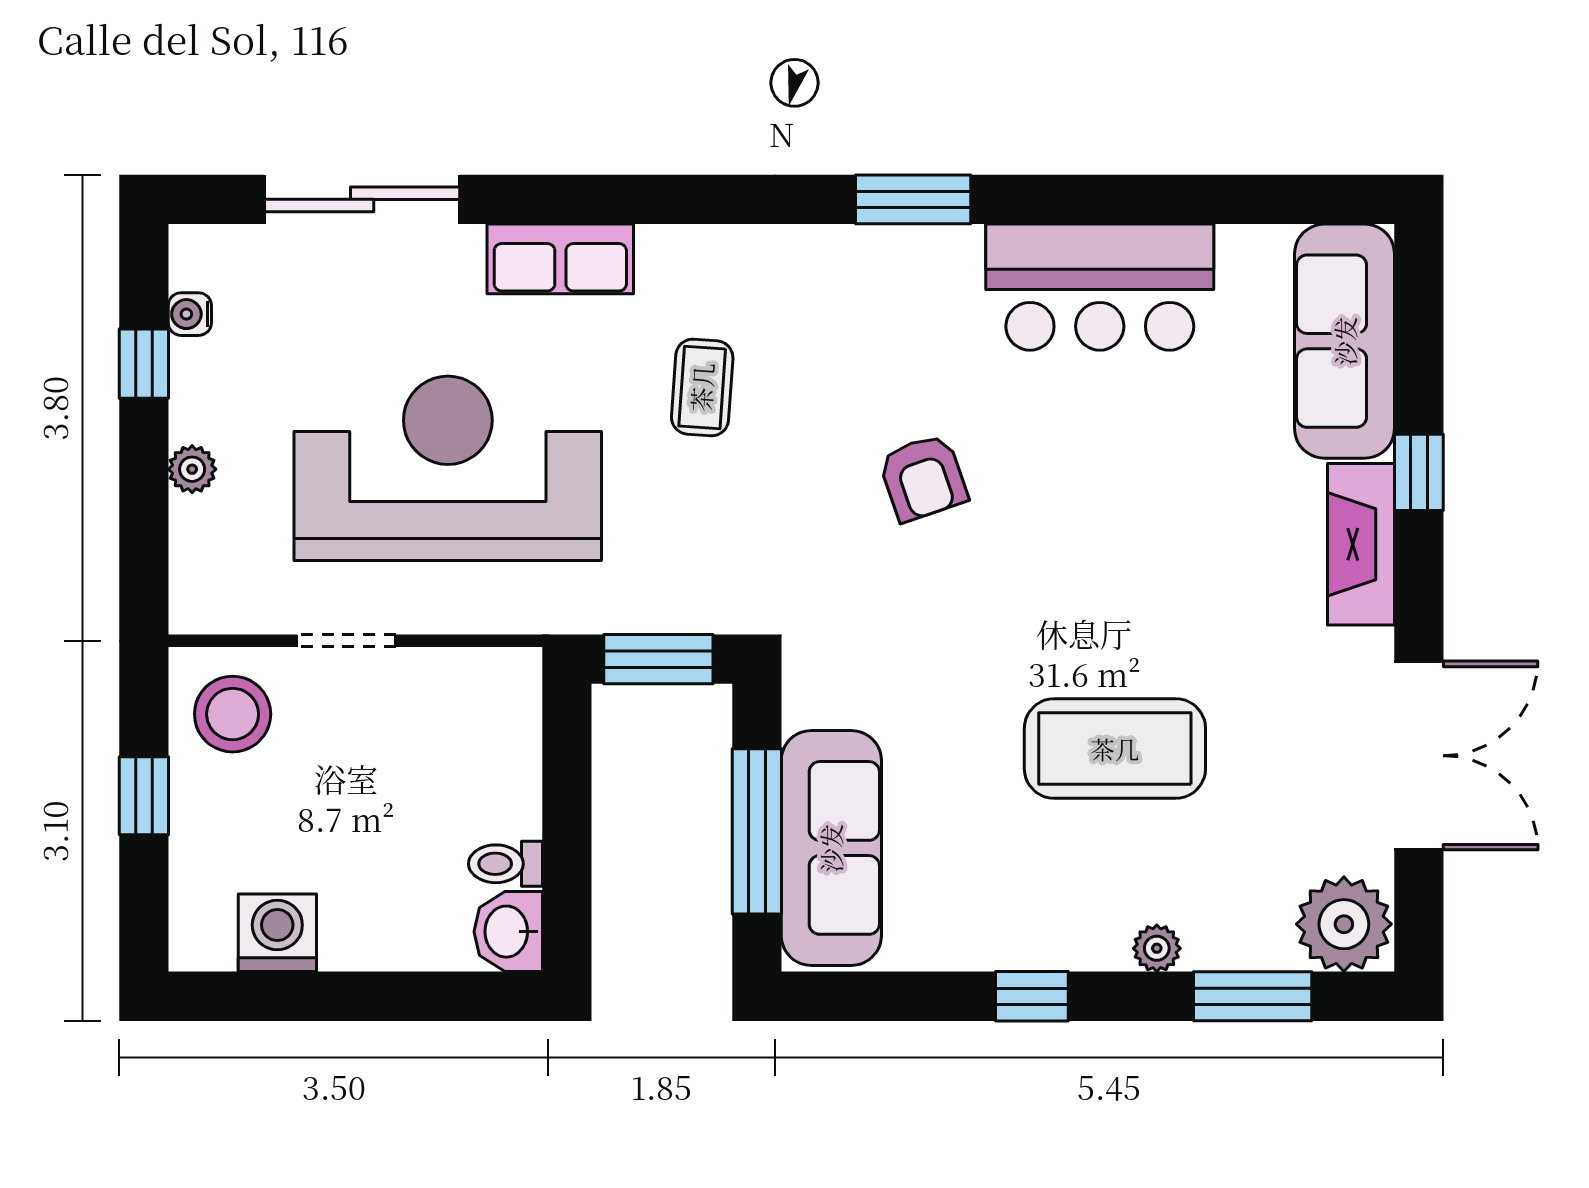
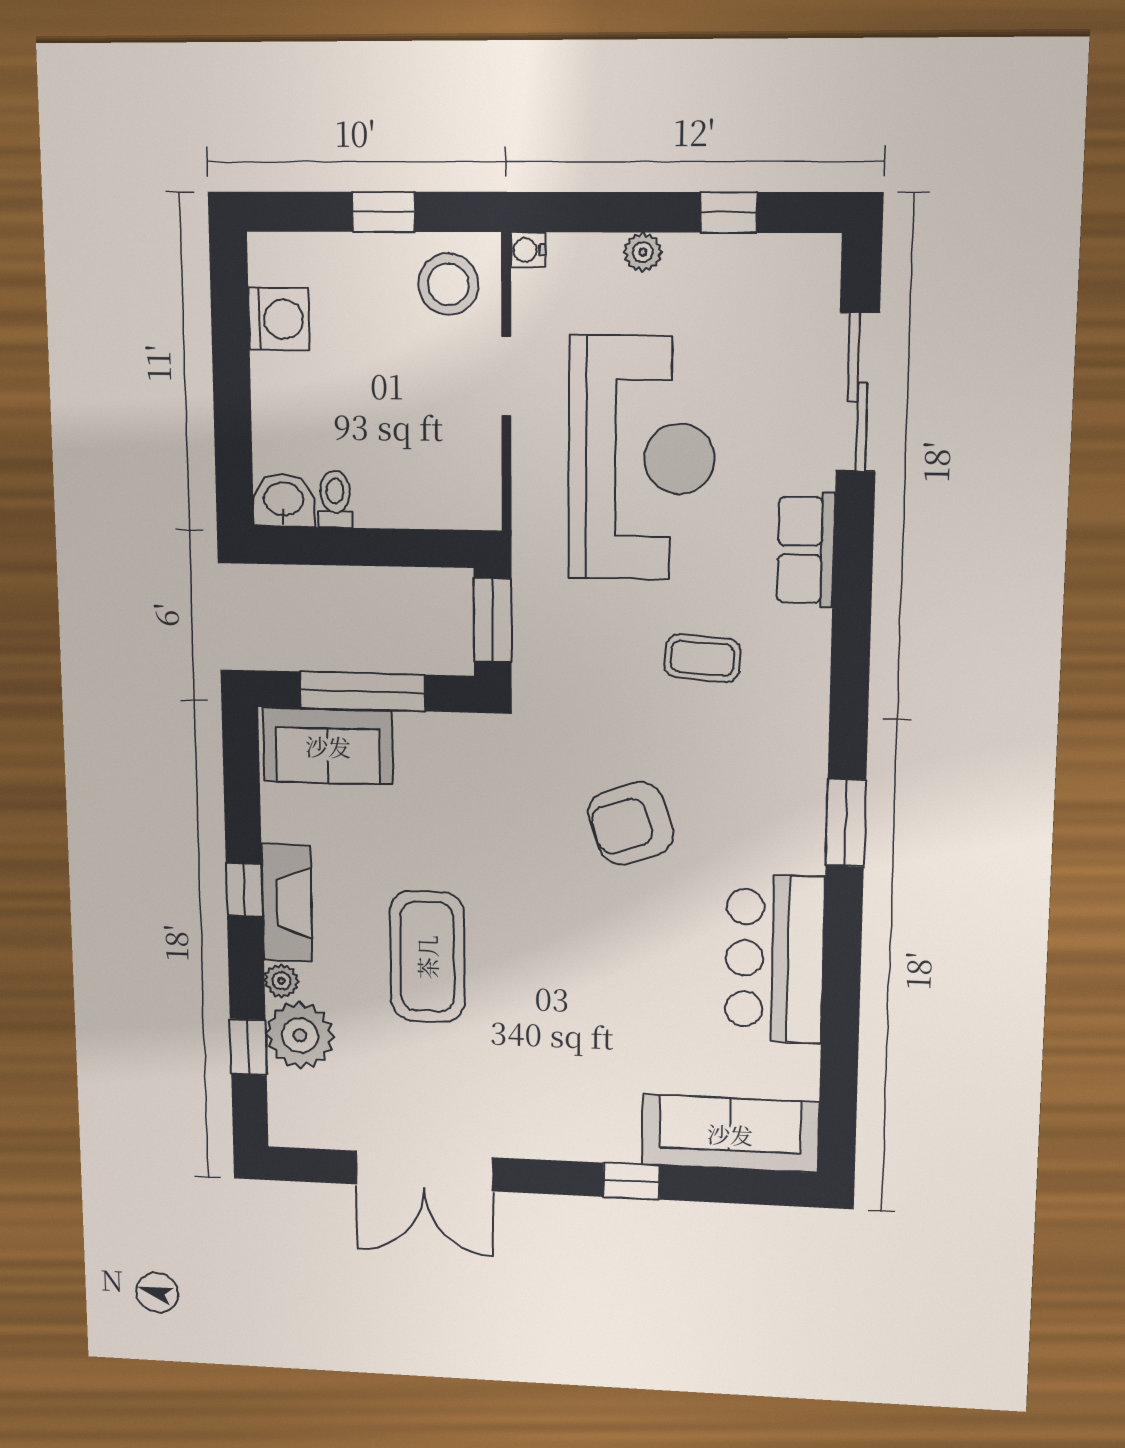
water cooler: (190, 314) -> (528, 250), moved, turned -90
armchair: (923, 478) -> (631, 823), width x1.38, depth x1.38
fireplace: (1361, 544) -> (287, 903), moved, turned 90
sofa: (831, 848) -> (328, 746), width x0.73
plant: (1344, 924) -> (300, 1035), moved
window: (1253, 996) -> (248, 1047), width x0.67

